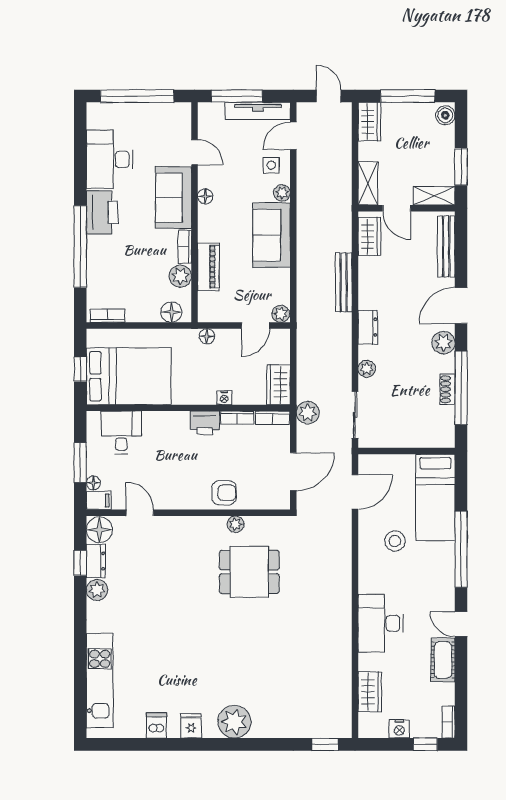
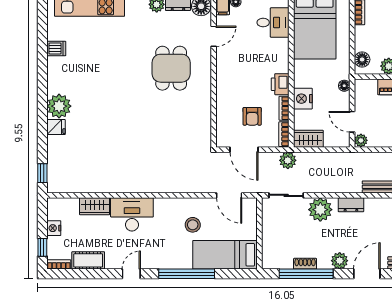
door: (461, 306) -> (367, 274), hinge flipped
plant: (367, 369) -> (320, 210), width x1.88, depth x1.88
nightstand: (224, 398) -> (303, 99), width x1.89, depth x1.79
armchair: (224, 493) -> (252, 116), moved
plant: (236, 524) -> (205, 107), removed
dining table: (249, 572) -> (171, 68), moved
cot: (443, 660) -> (88, 260), moved
wardrobe: (370, 692) -> (95, 206), moved
fridge: (191, 726) -> (56, 127), moved

